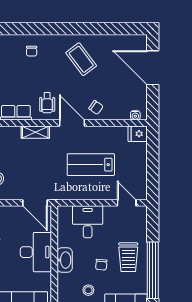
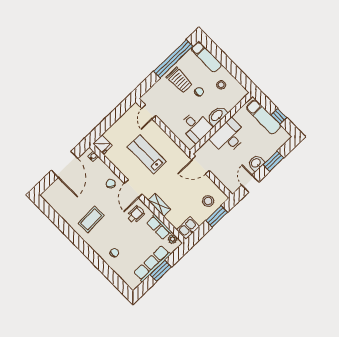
coffee table: (81, 59) -> (91, 219), turned 35
door: (153, 68) -> (65, 164), moved
lab bench: (91, 165) -> (147, 154), turned 180
door: (35, 203) -> (201, 165), swing flipped
desk: (88, 222) -> (196, 127), moved, turned -90
trolley: (128, 257) -> (179, 80), turned 90

